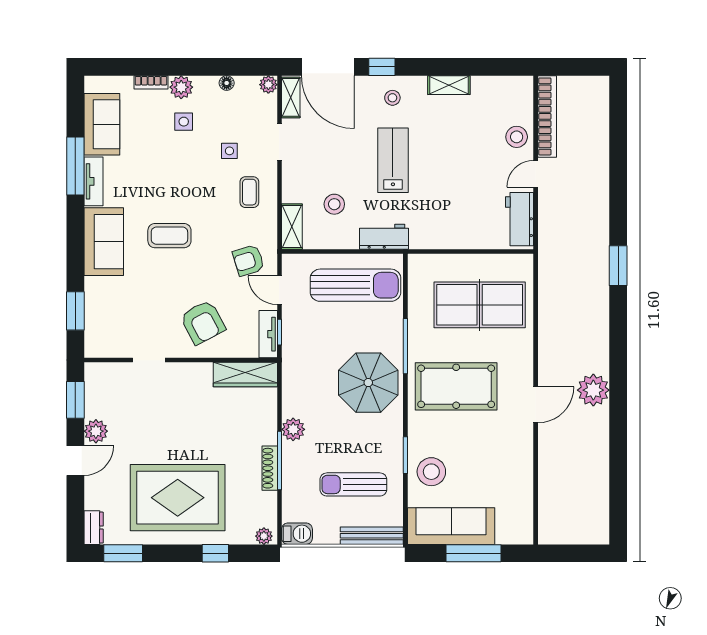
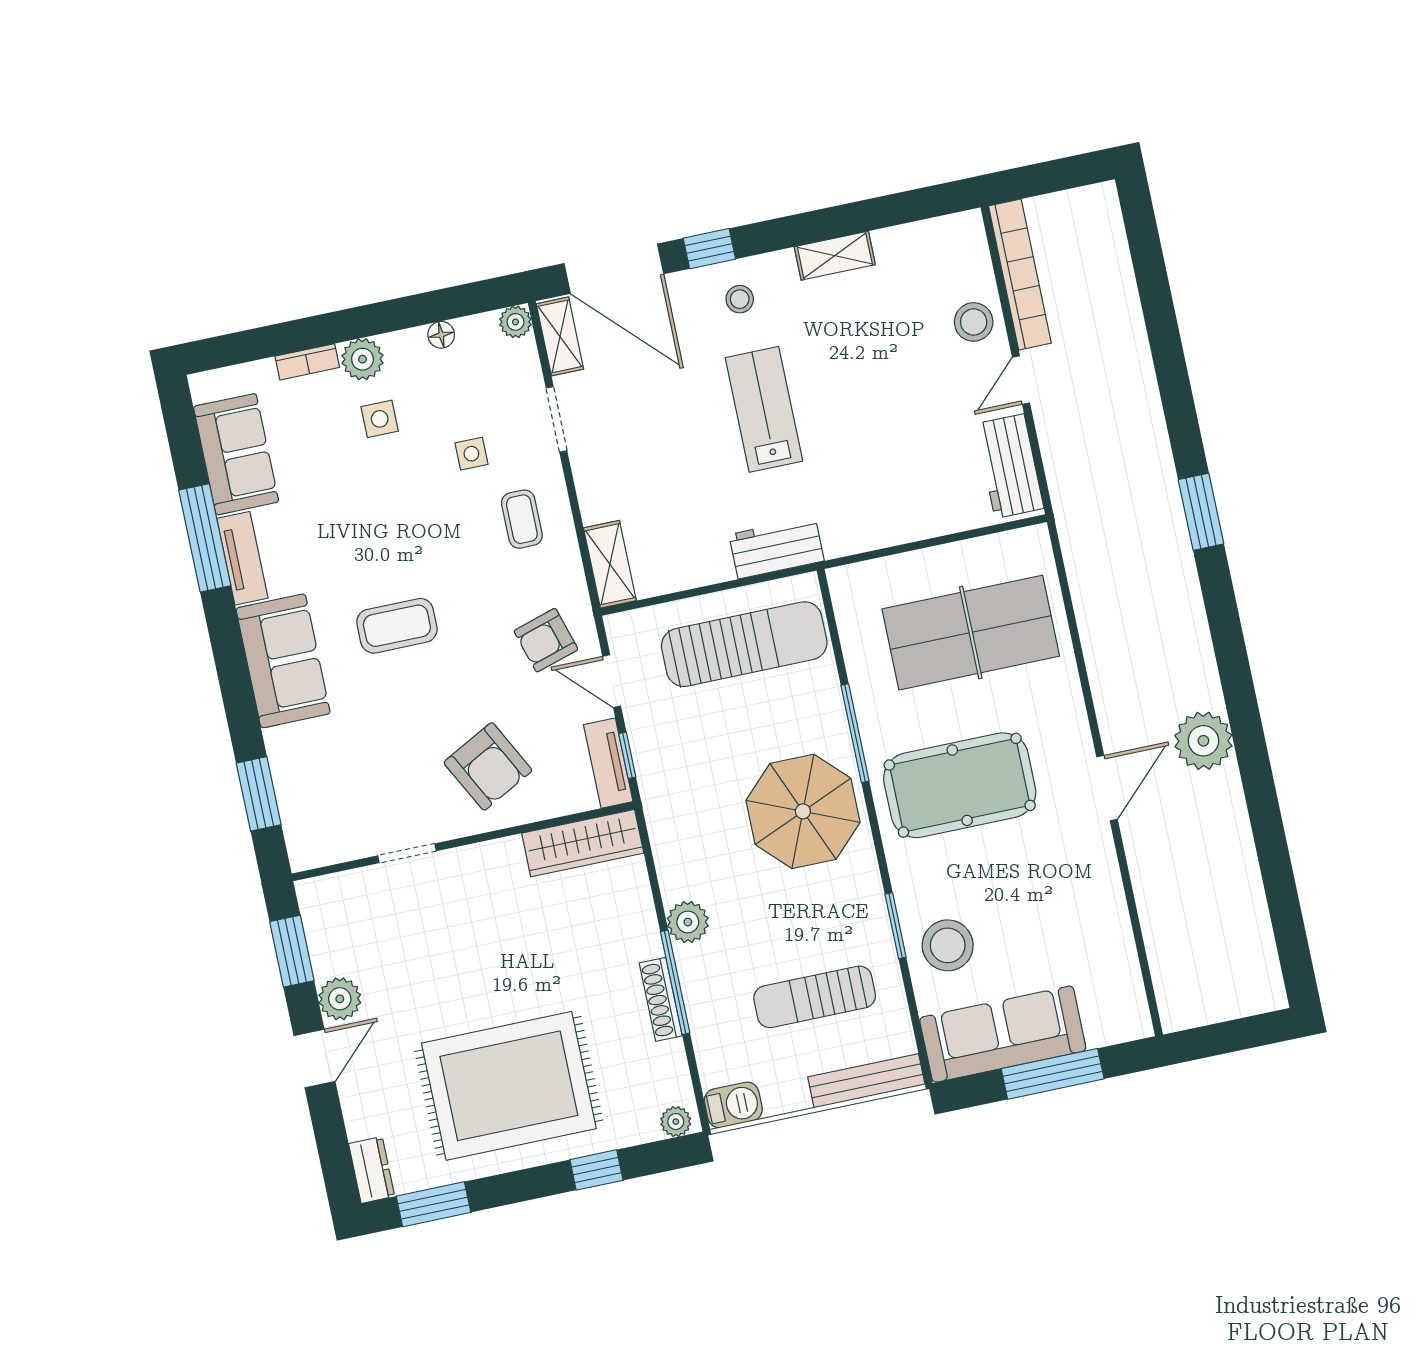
stool: (334, 204) -> (677, 509), removed

